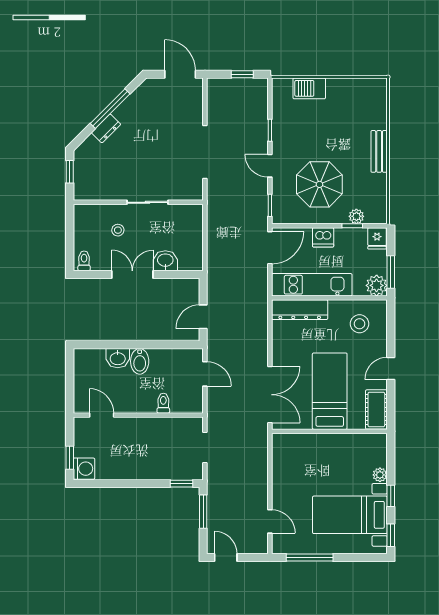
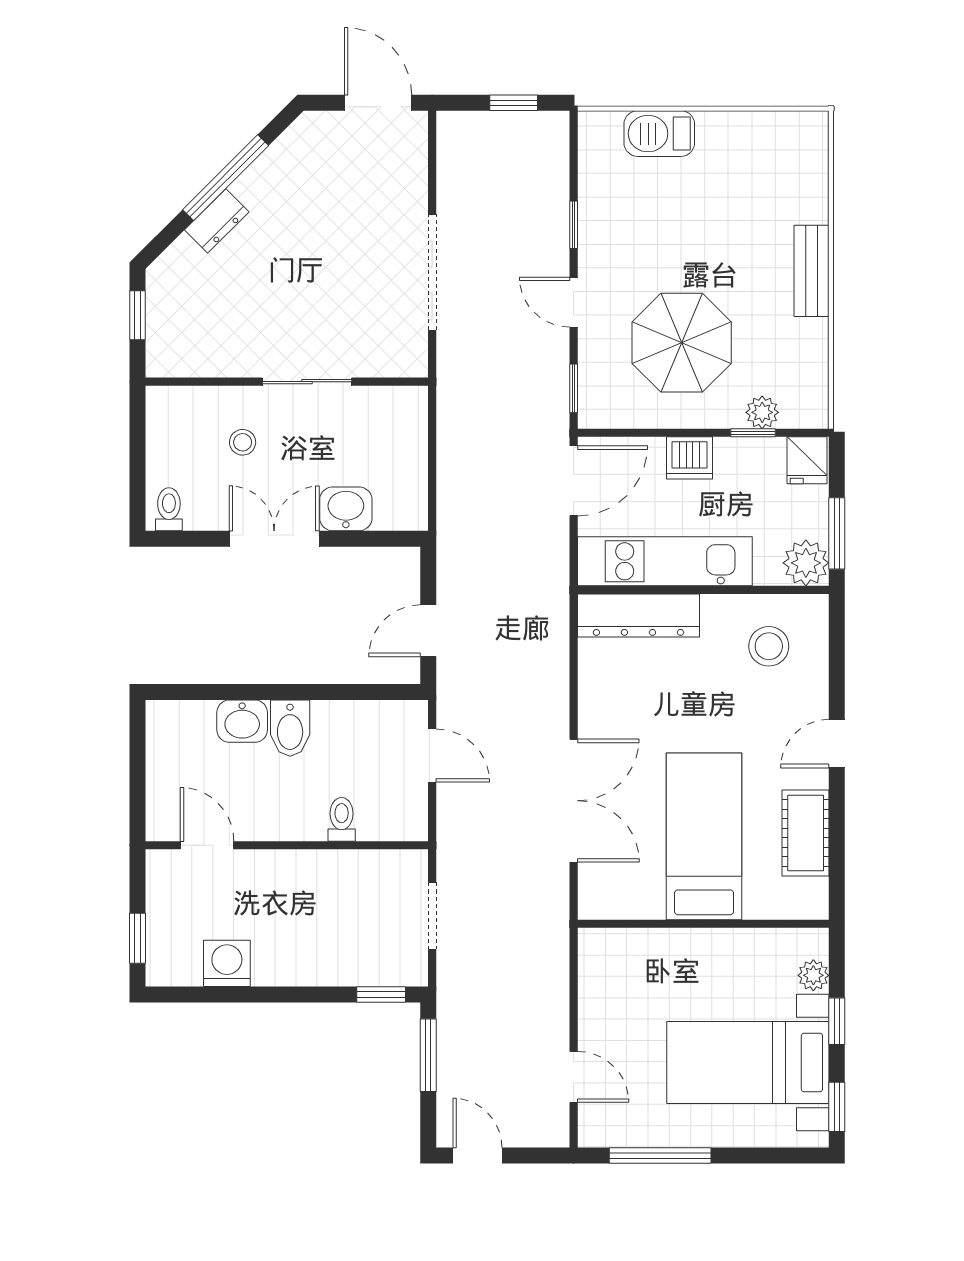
bed: (330, 391) -> (704, 836), moved
wall: (329, 431) -> (703, 924), moved
washing machine: (84, 469) -> (227, 963), moved, turned -90

